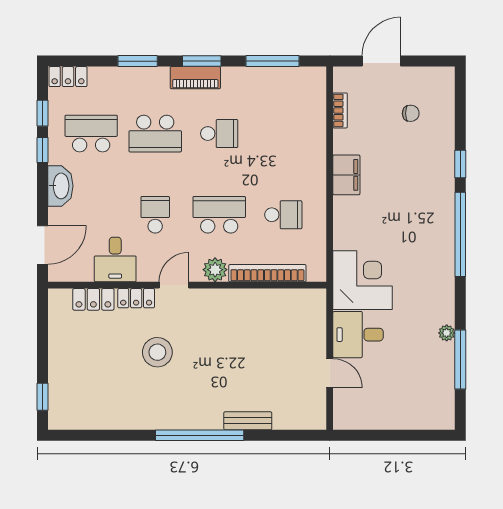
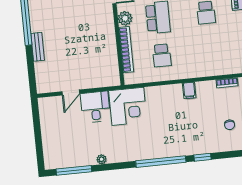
filing cabinet: (346, 175) -> (189, 90), width x0.50
window: (460, 359) -> (74, 170), moved

